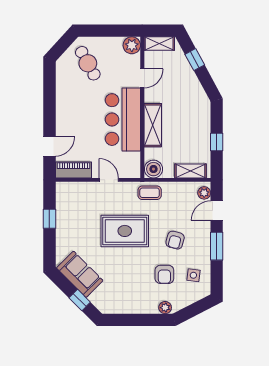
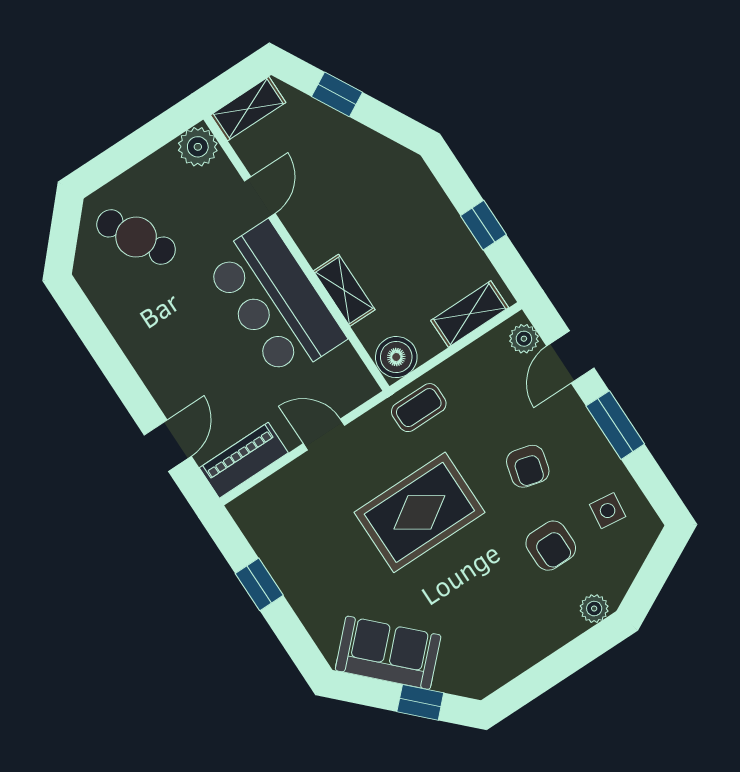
shelving: (153, 125) -> (344, 290), width x0.67, depth x0.75

